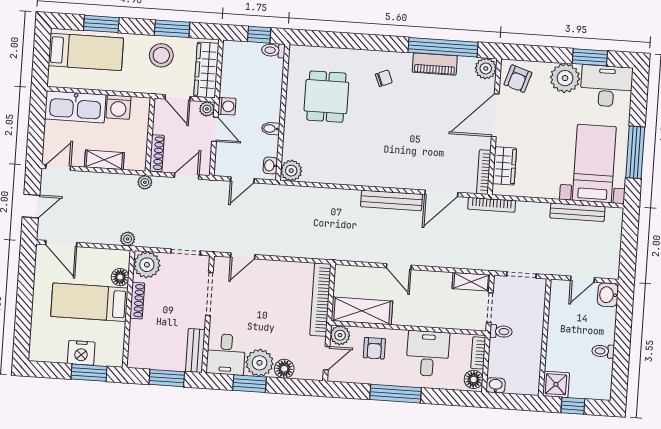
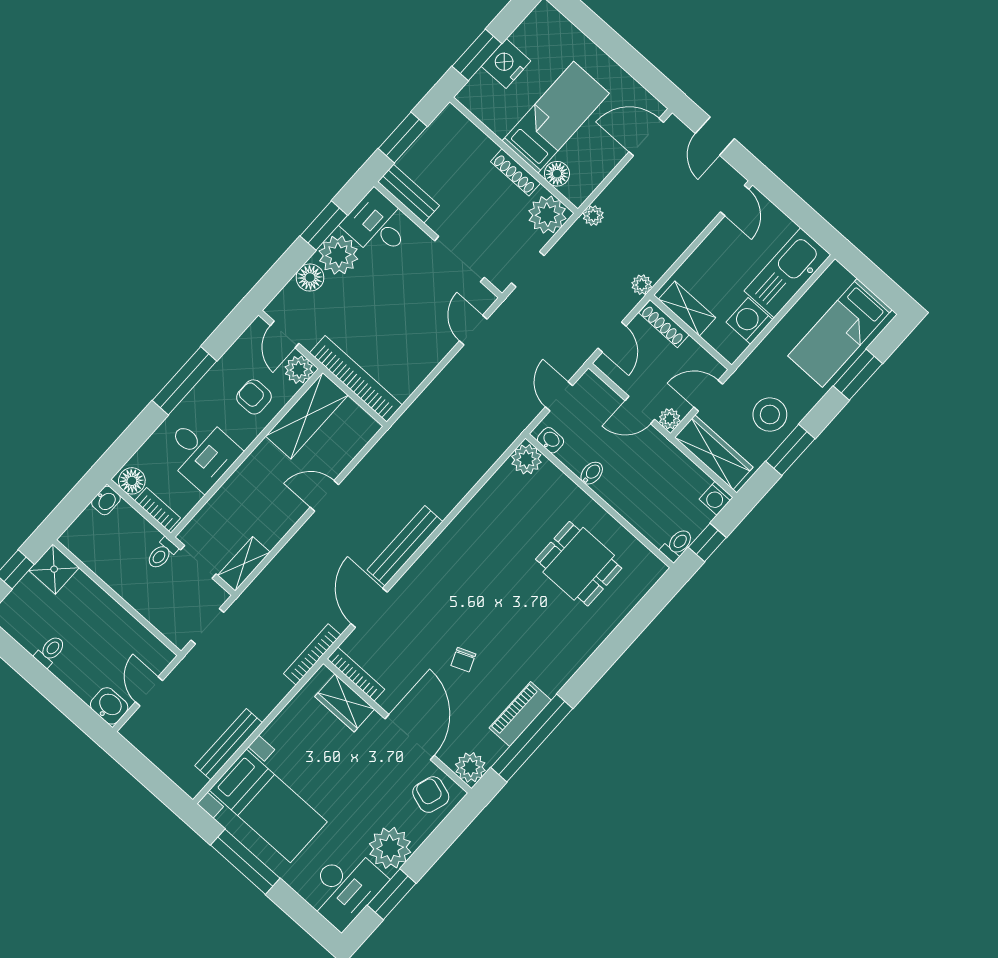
chair: (384, 78) -> (463, 660), moved
washing machine: (227, 106) -> (716, 498), moved
shelving: (104, 160) -> (687, 309), moved, turned 90

